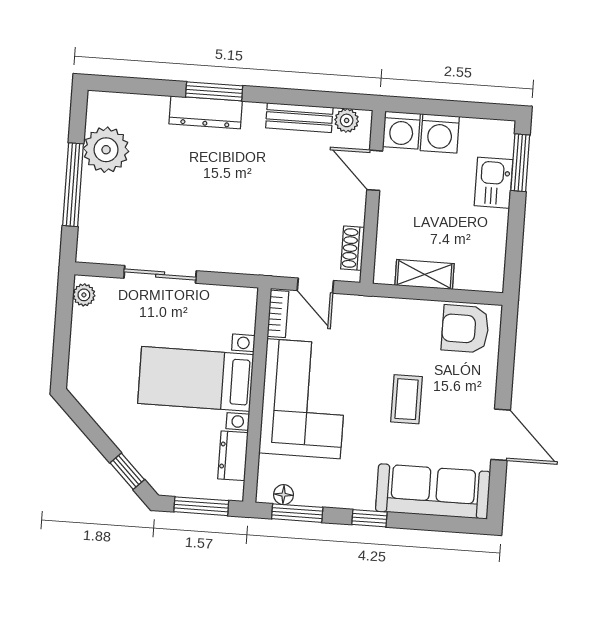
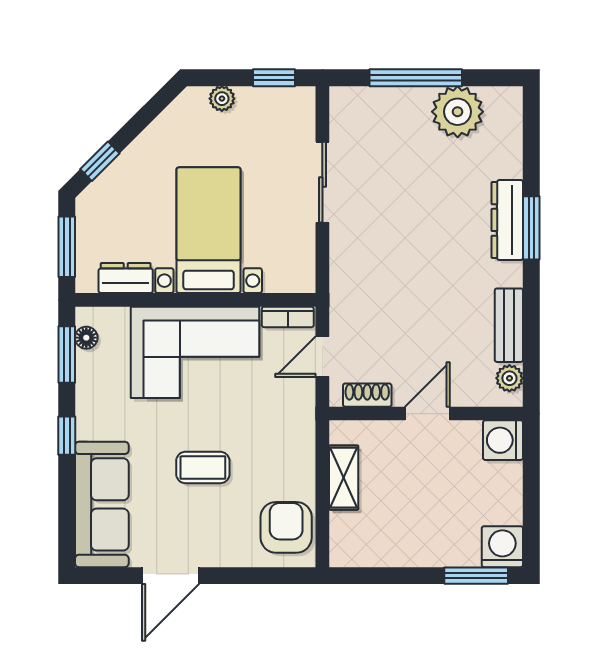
washing machine: (440, 133) -> (502, 547), moved, turned 90
door: (375, 170) -> (427, 414), moved
kitchen sink: (494, 183) -> (452, 547), removed
plant: (84, 295) -> (222, 99), moved
window: (64, 311) -> (274, 78), added

